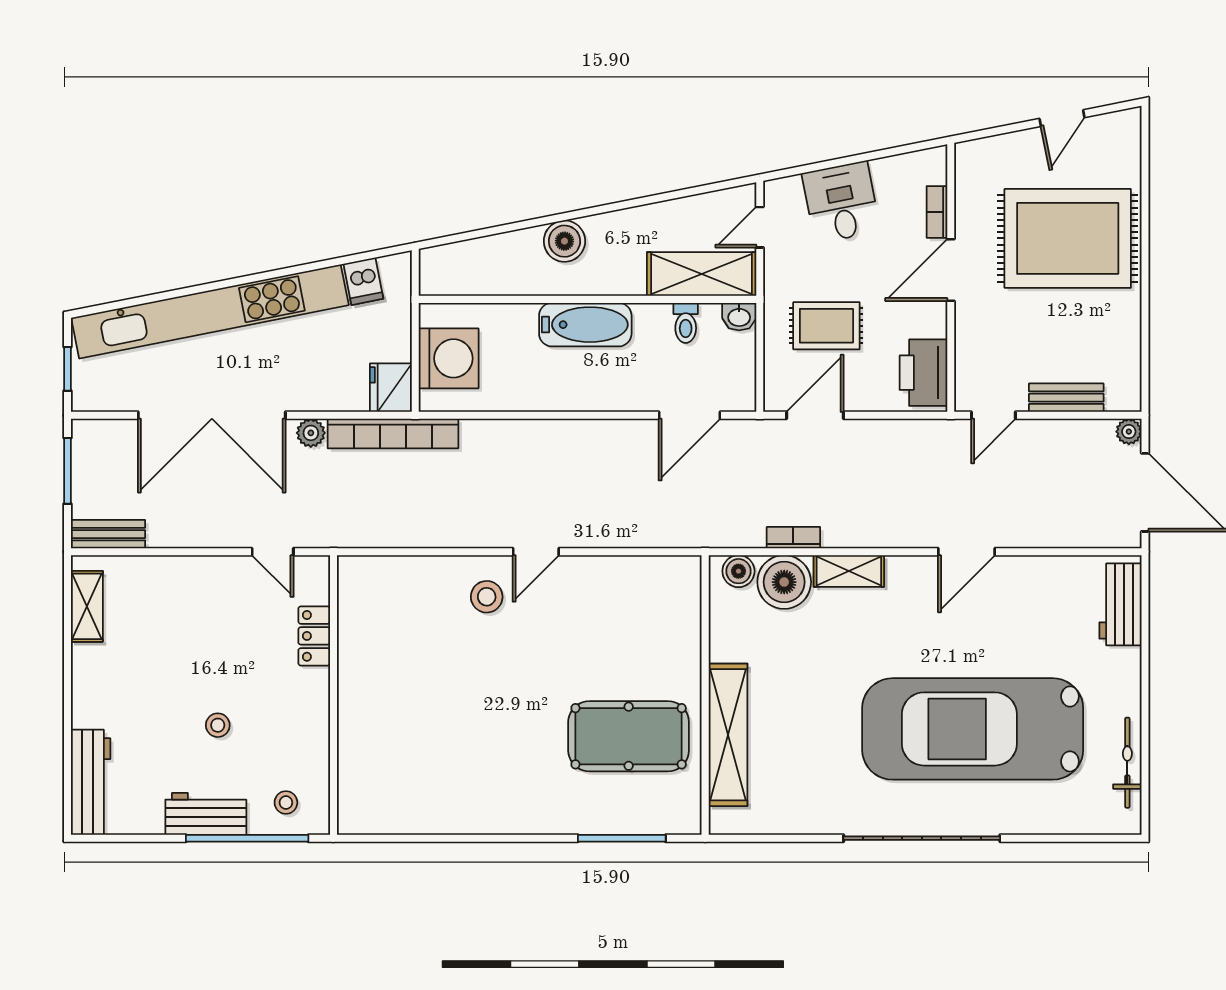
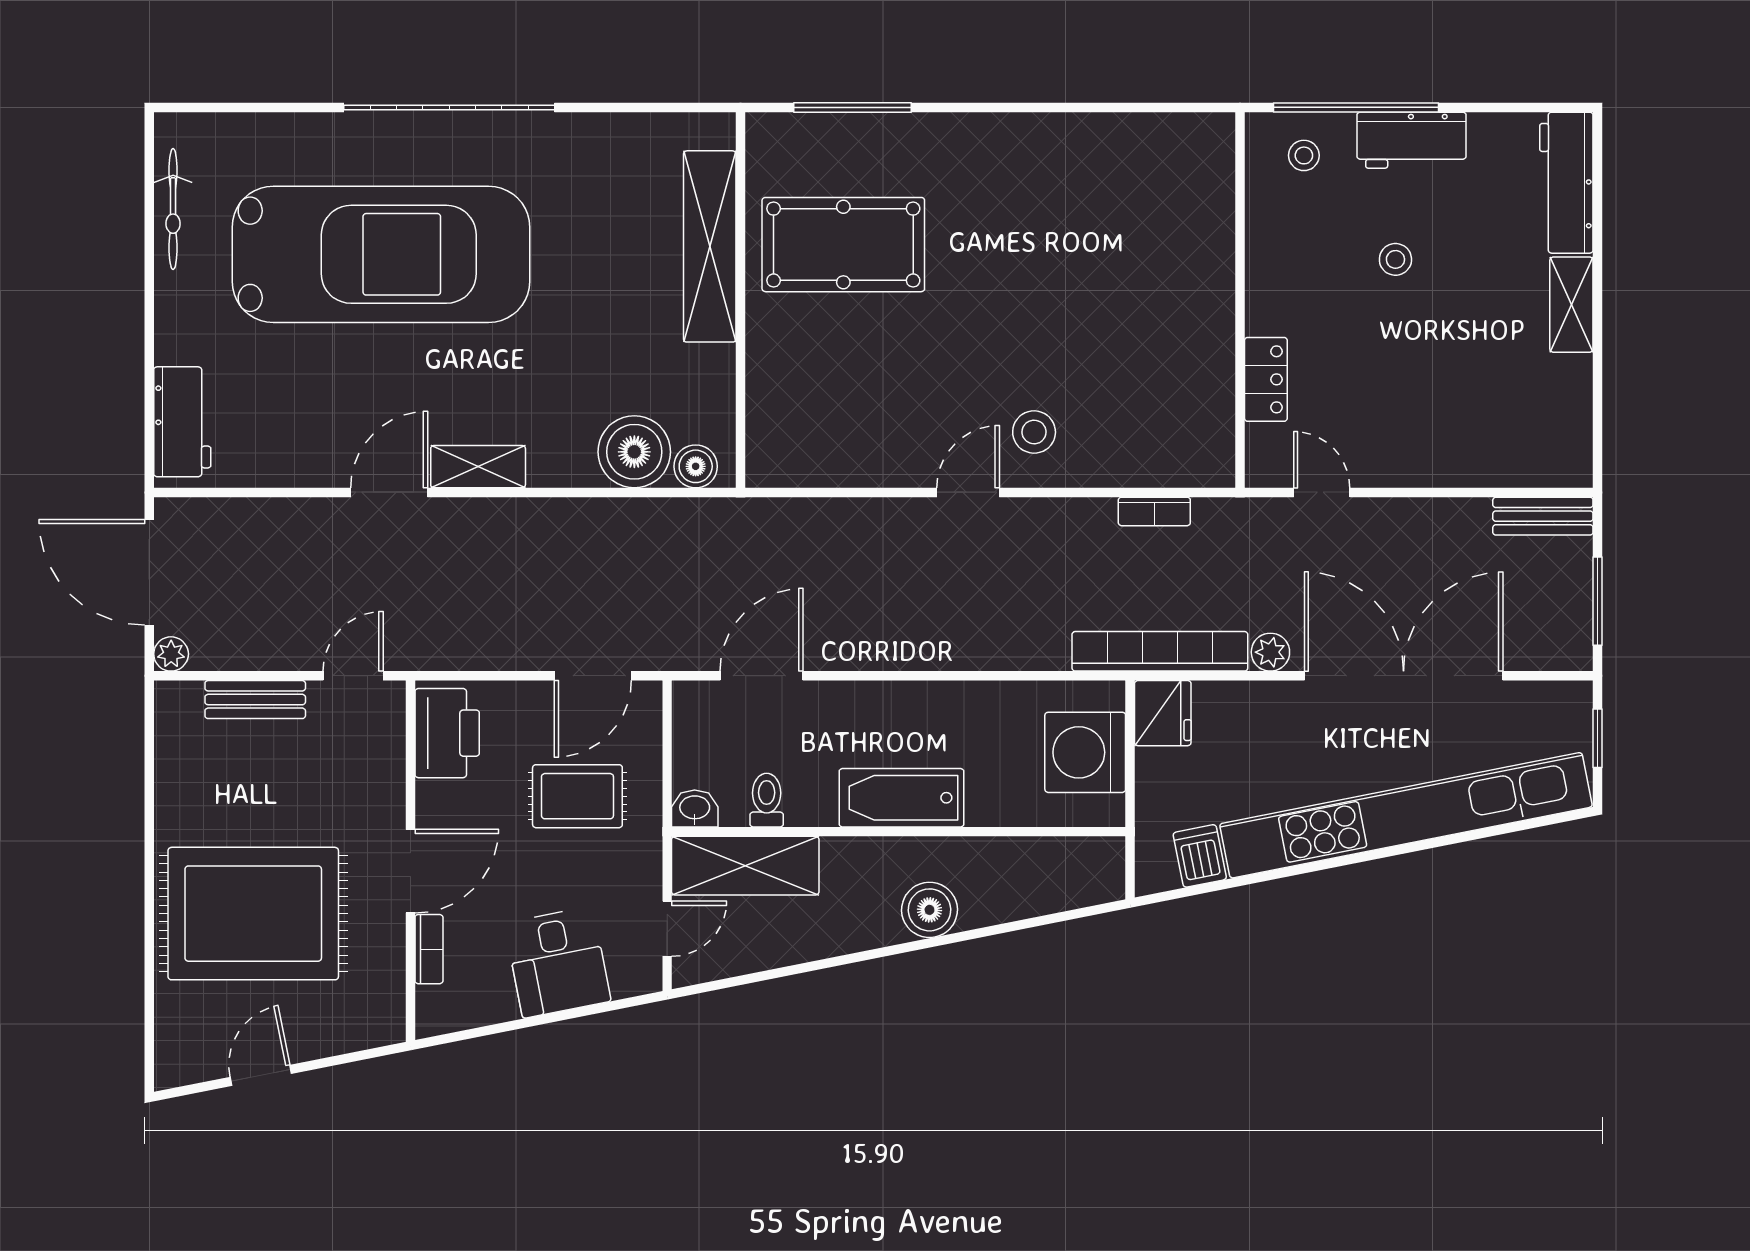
bookcase: (793, 538) -> (1154, 511), moved
shelving: (849, 571) -> (478, 467), moved
shelving: (87, 606) -> (1571, 305), moved

